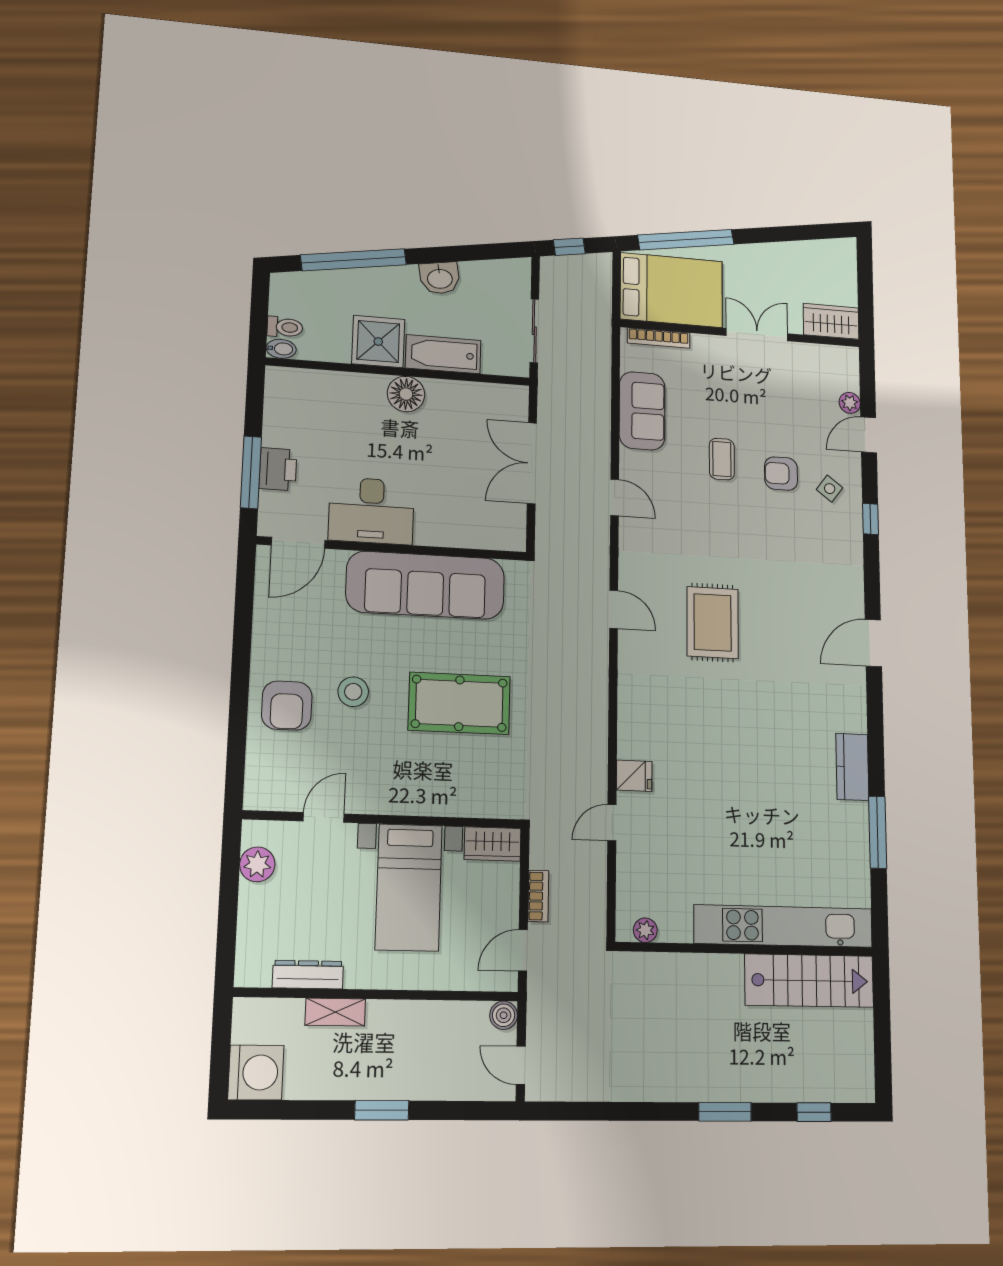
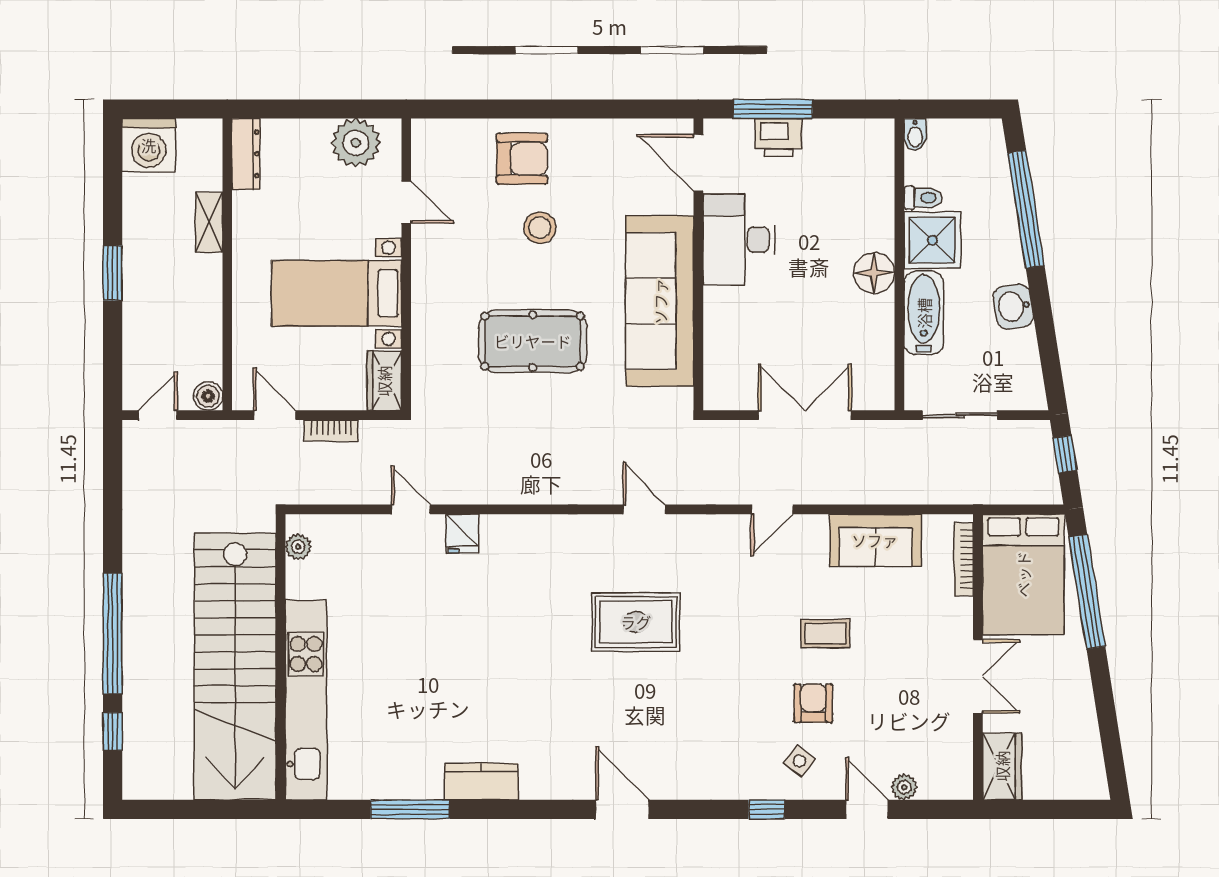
toilet: (285, 327) -> (923, 198), moved, turned -90
door: (614, 609) -> (644, 509), swing flipped
pool table: (459, 703) -> (533, 341), turned 90
armchair: (287, 705) -> (522, 159), turned 180
plant: (257, 864) -> (356, 143), width x1.36, depth x1.36
dresser: (308, 975) -> (246, 154), moved
stairs: (809, 981) -> (235, 666), width x1.86, depth x1.51
window: (725, 1112) -> (113, 633), width x2.11

